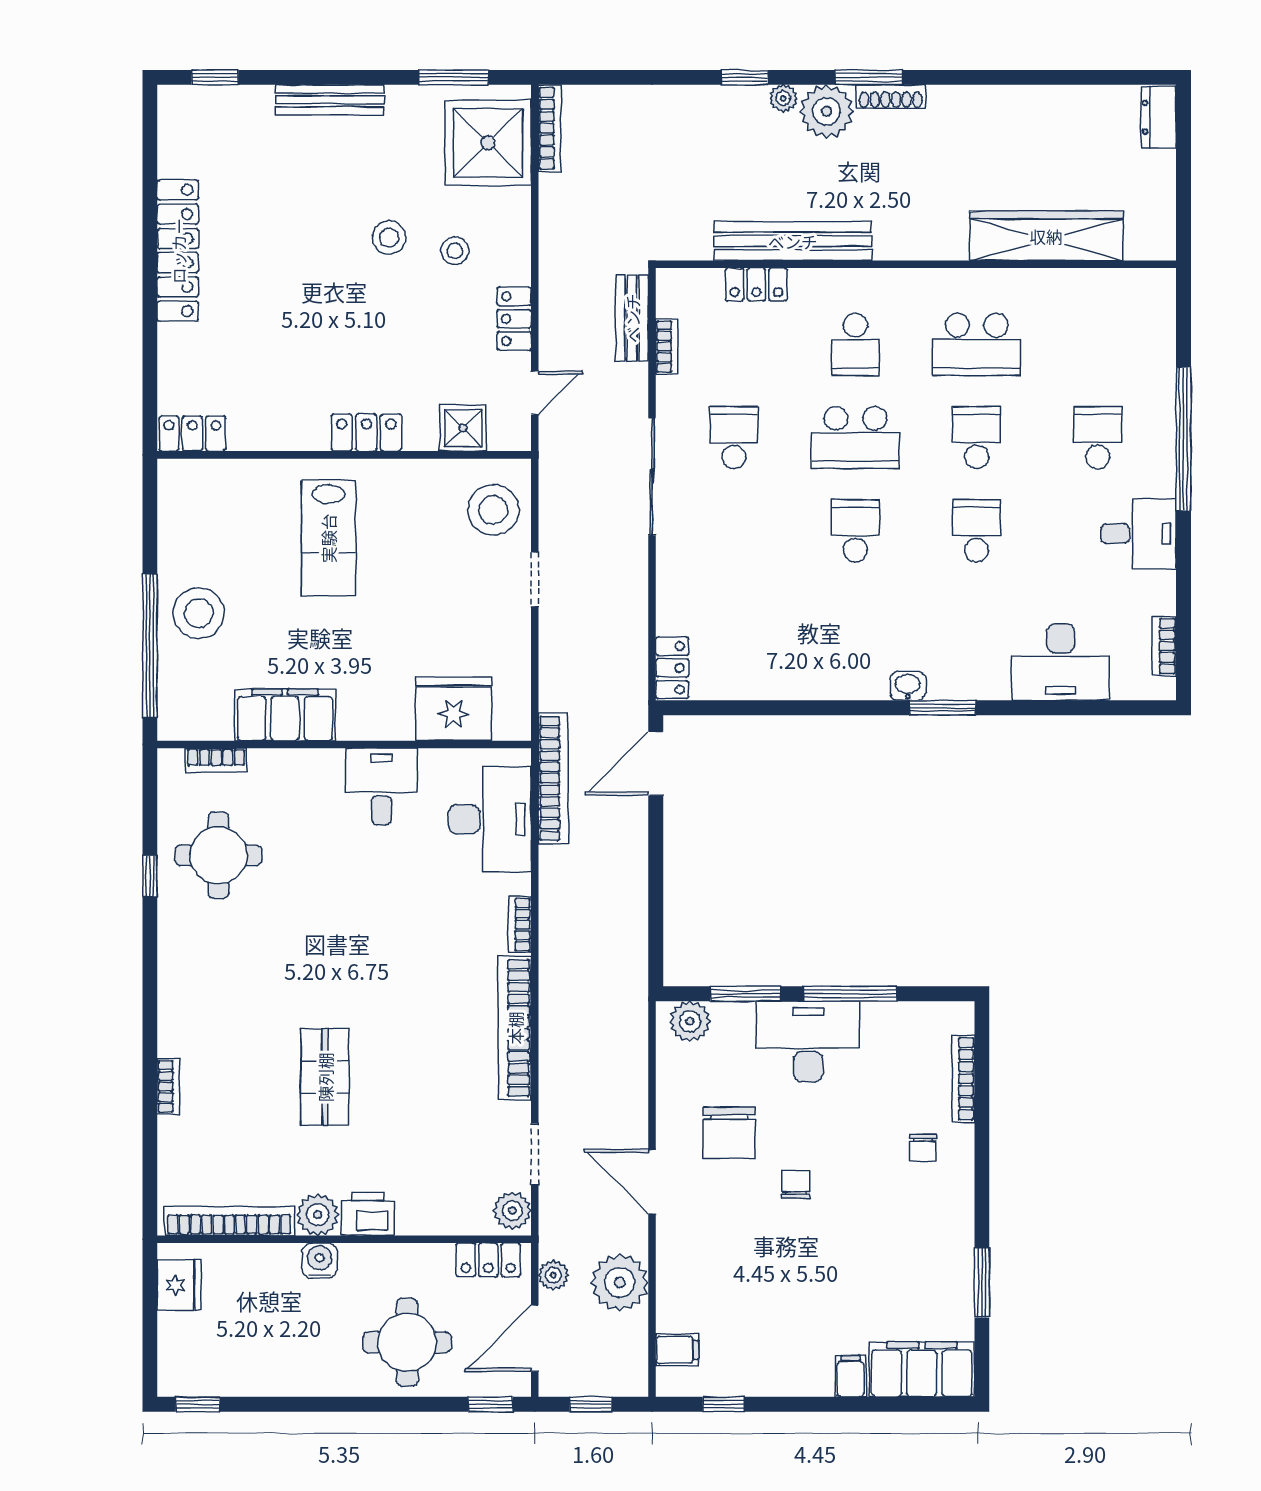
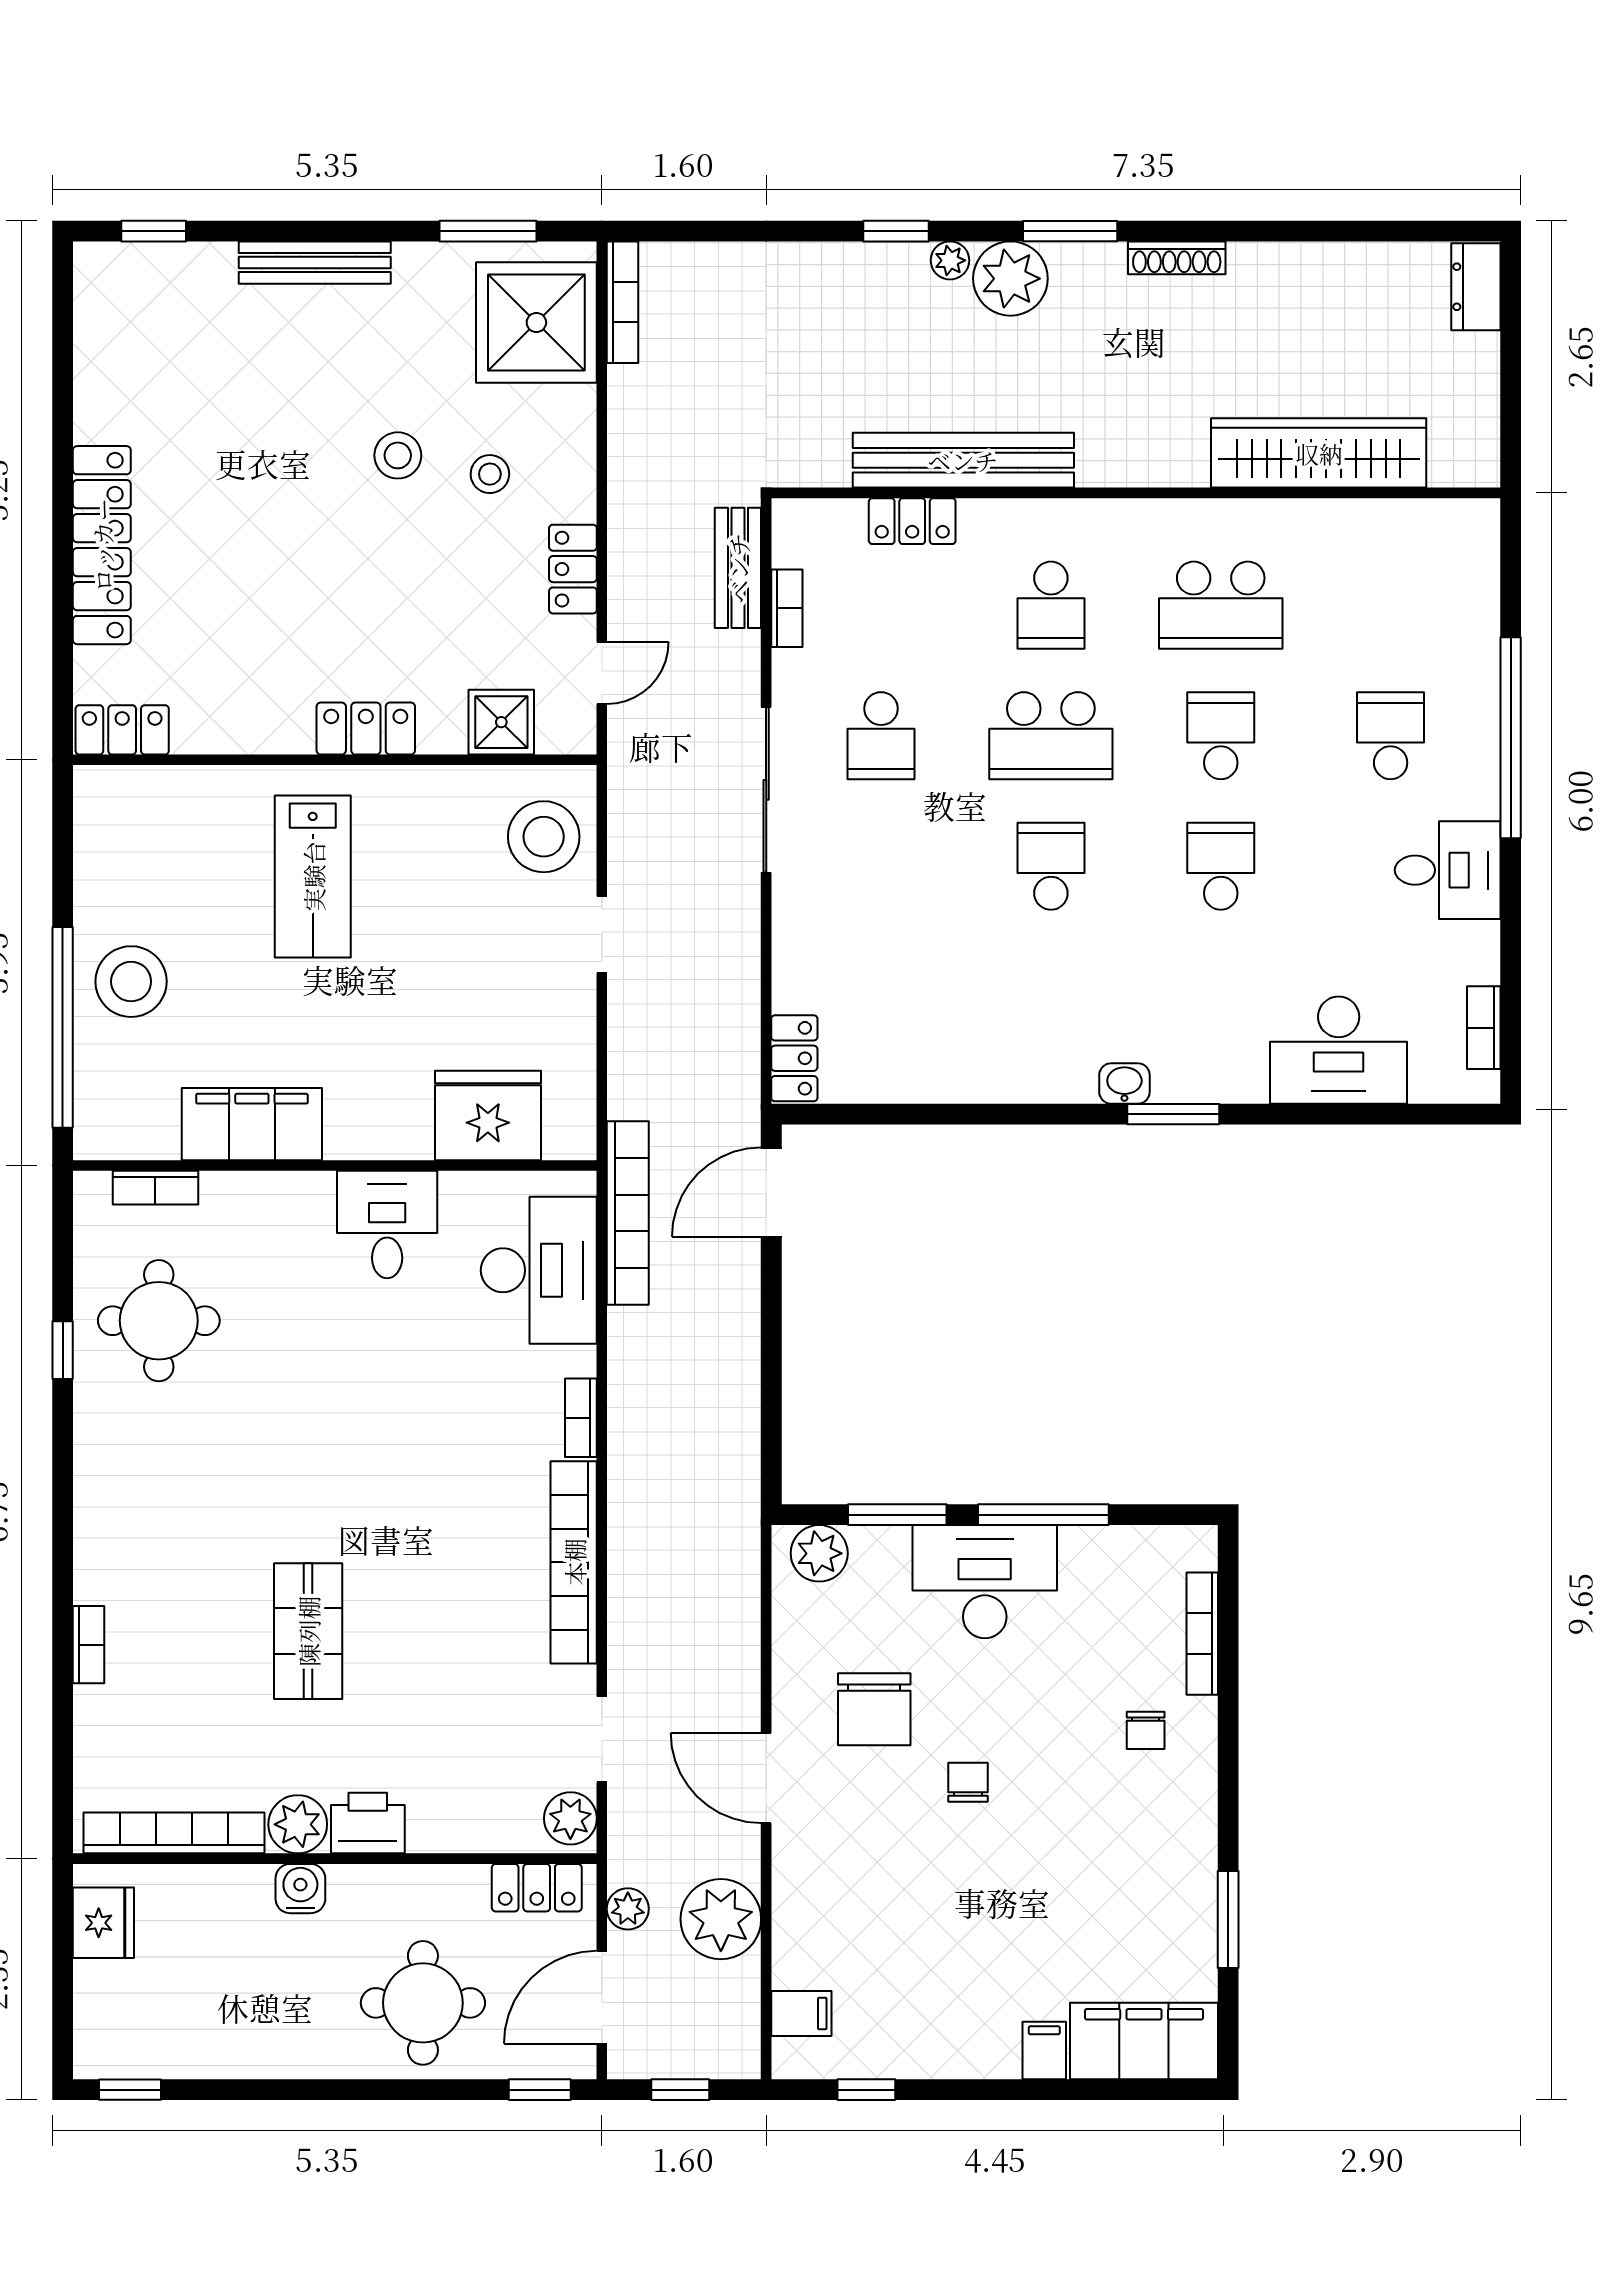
shoe rack: (891, 97) -> (1177, 258), moved
locker: (178, 251) -> (102, 545), moved
school desk: (734, 438) -> (881, 736), turned 180

